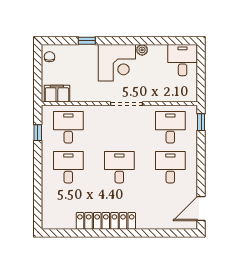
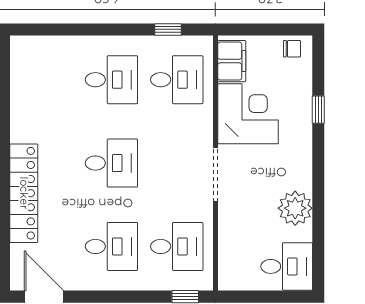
plant: (142, 50) -> (295, 208), width x1.87, depth x1.87
corner desk: (117, 63) -> (248, 114), moved, turned 180
locker: (106, 221) -> (24, 193), moved

